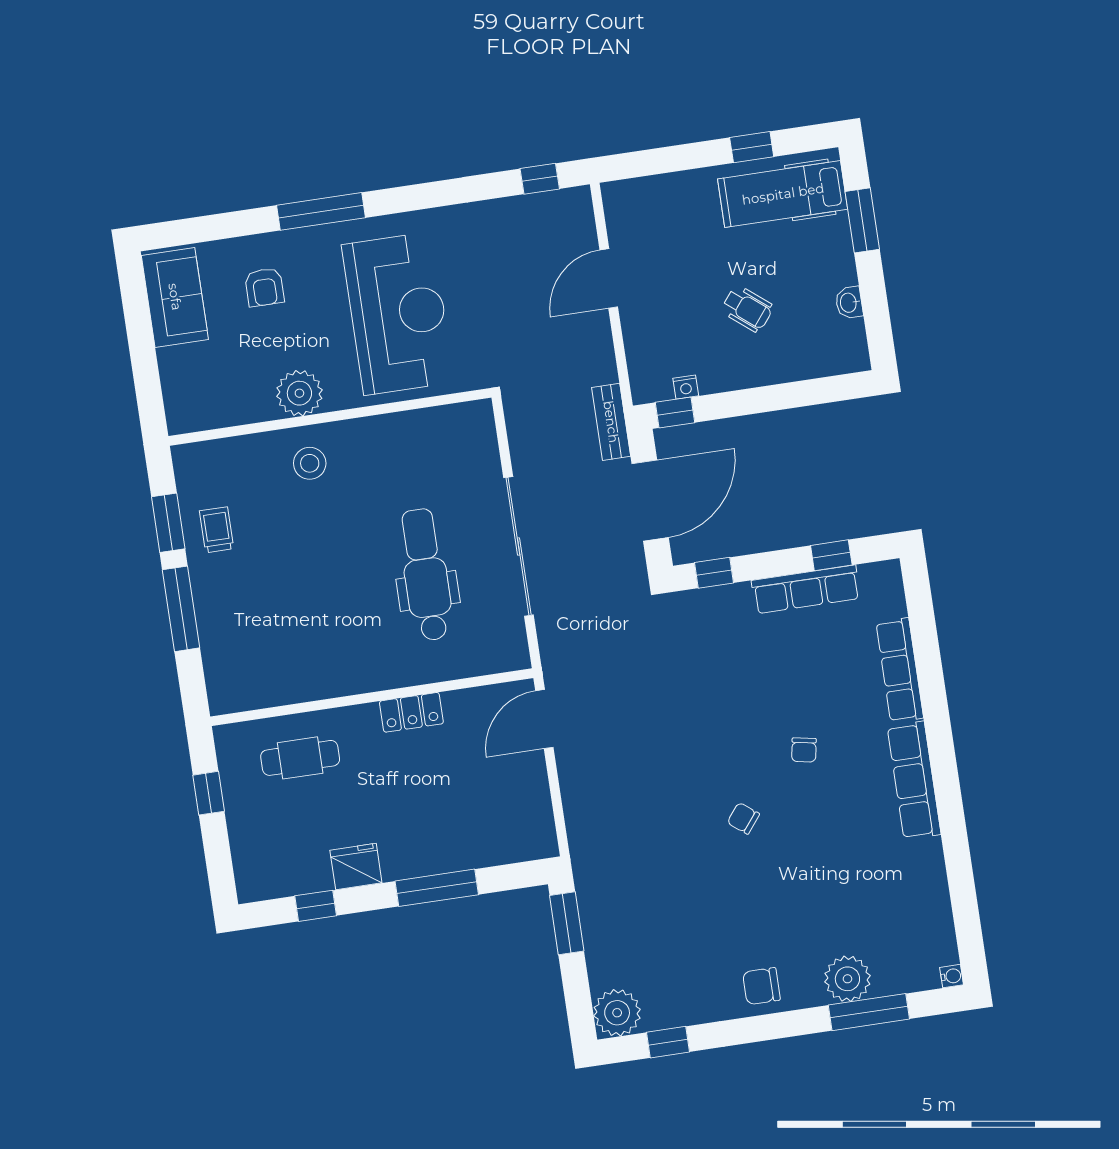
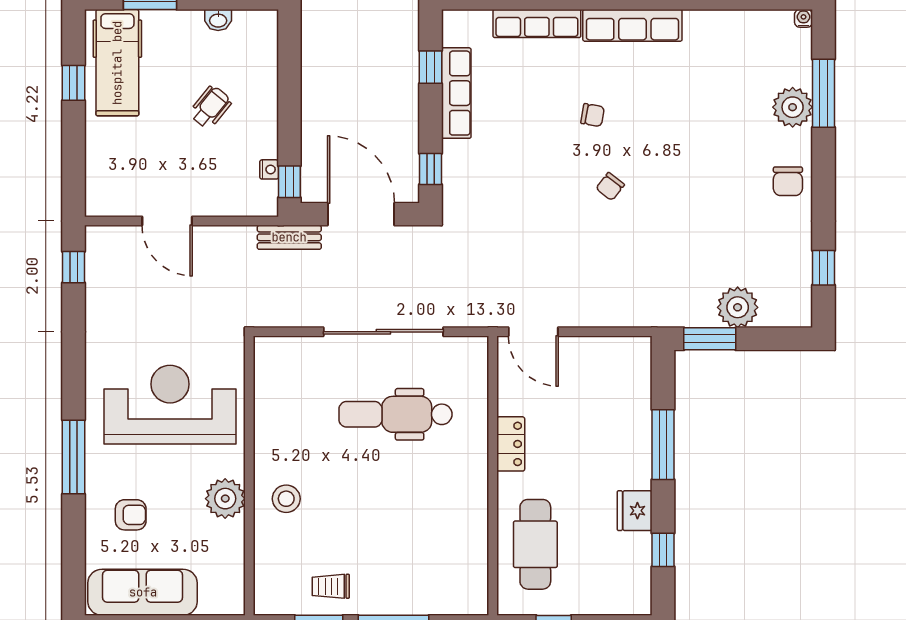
sofa: (175, 297) -> (143, 592), width x1.36
cafe table: (300, 758) -> (535, 544), width x1.37, depth x1.35
chair: (743, 818) -> (610, 187), moved
plant: (617, 1013) -> (738, 307), moved

